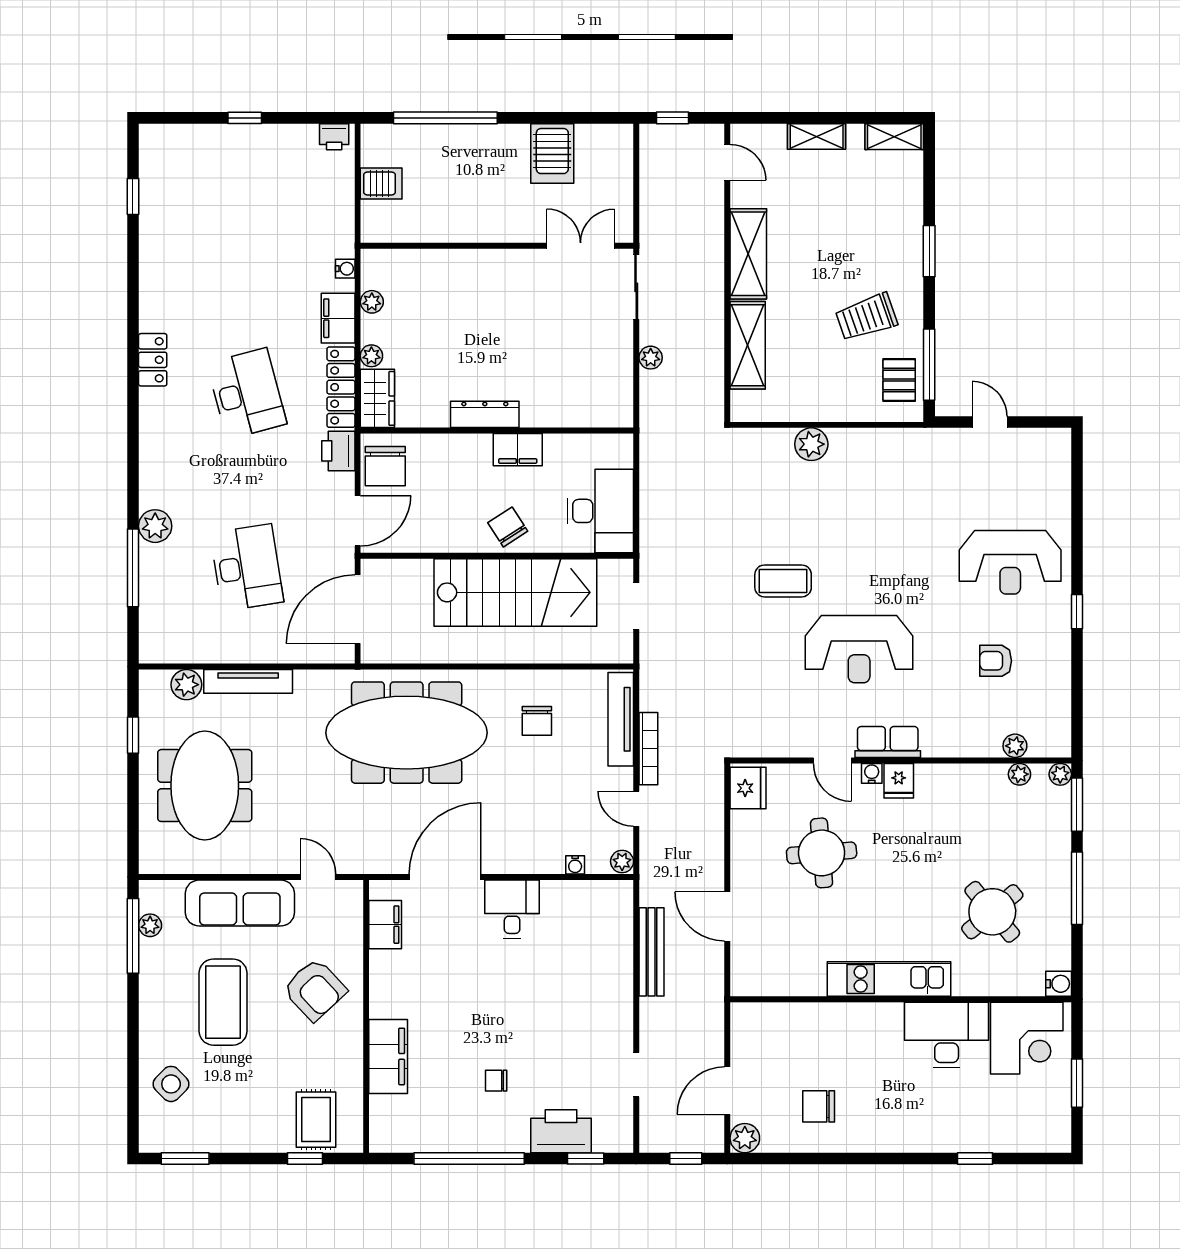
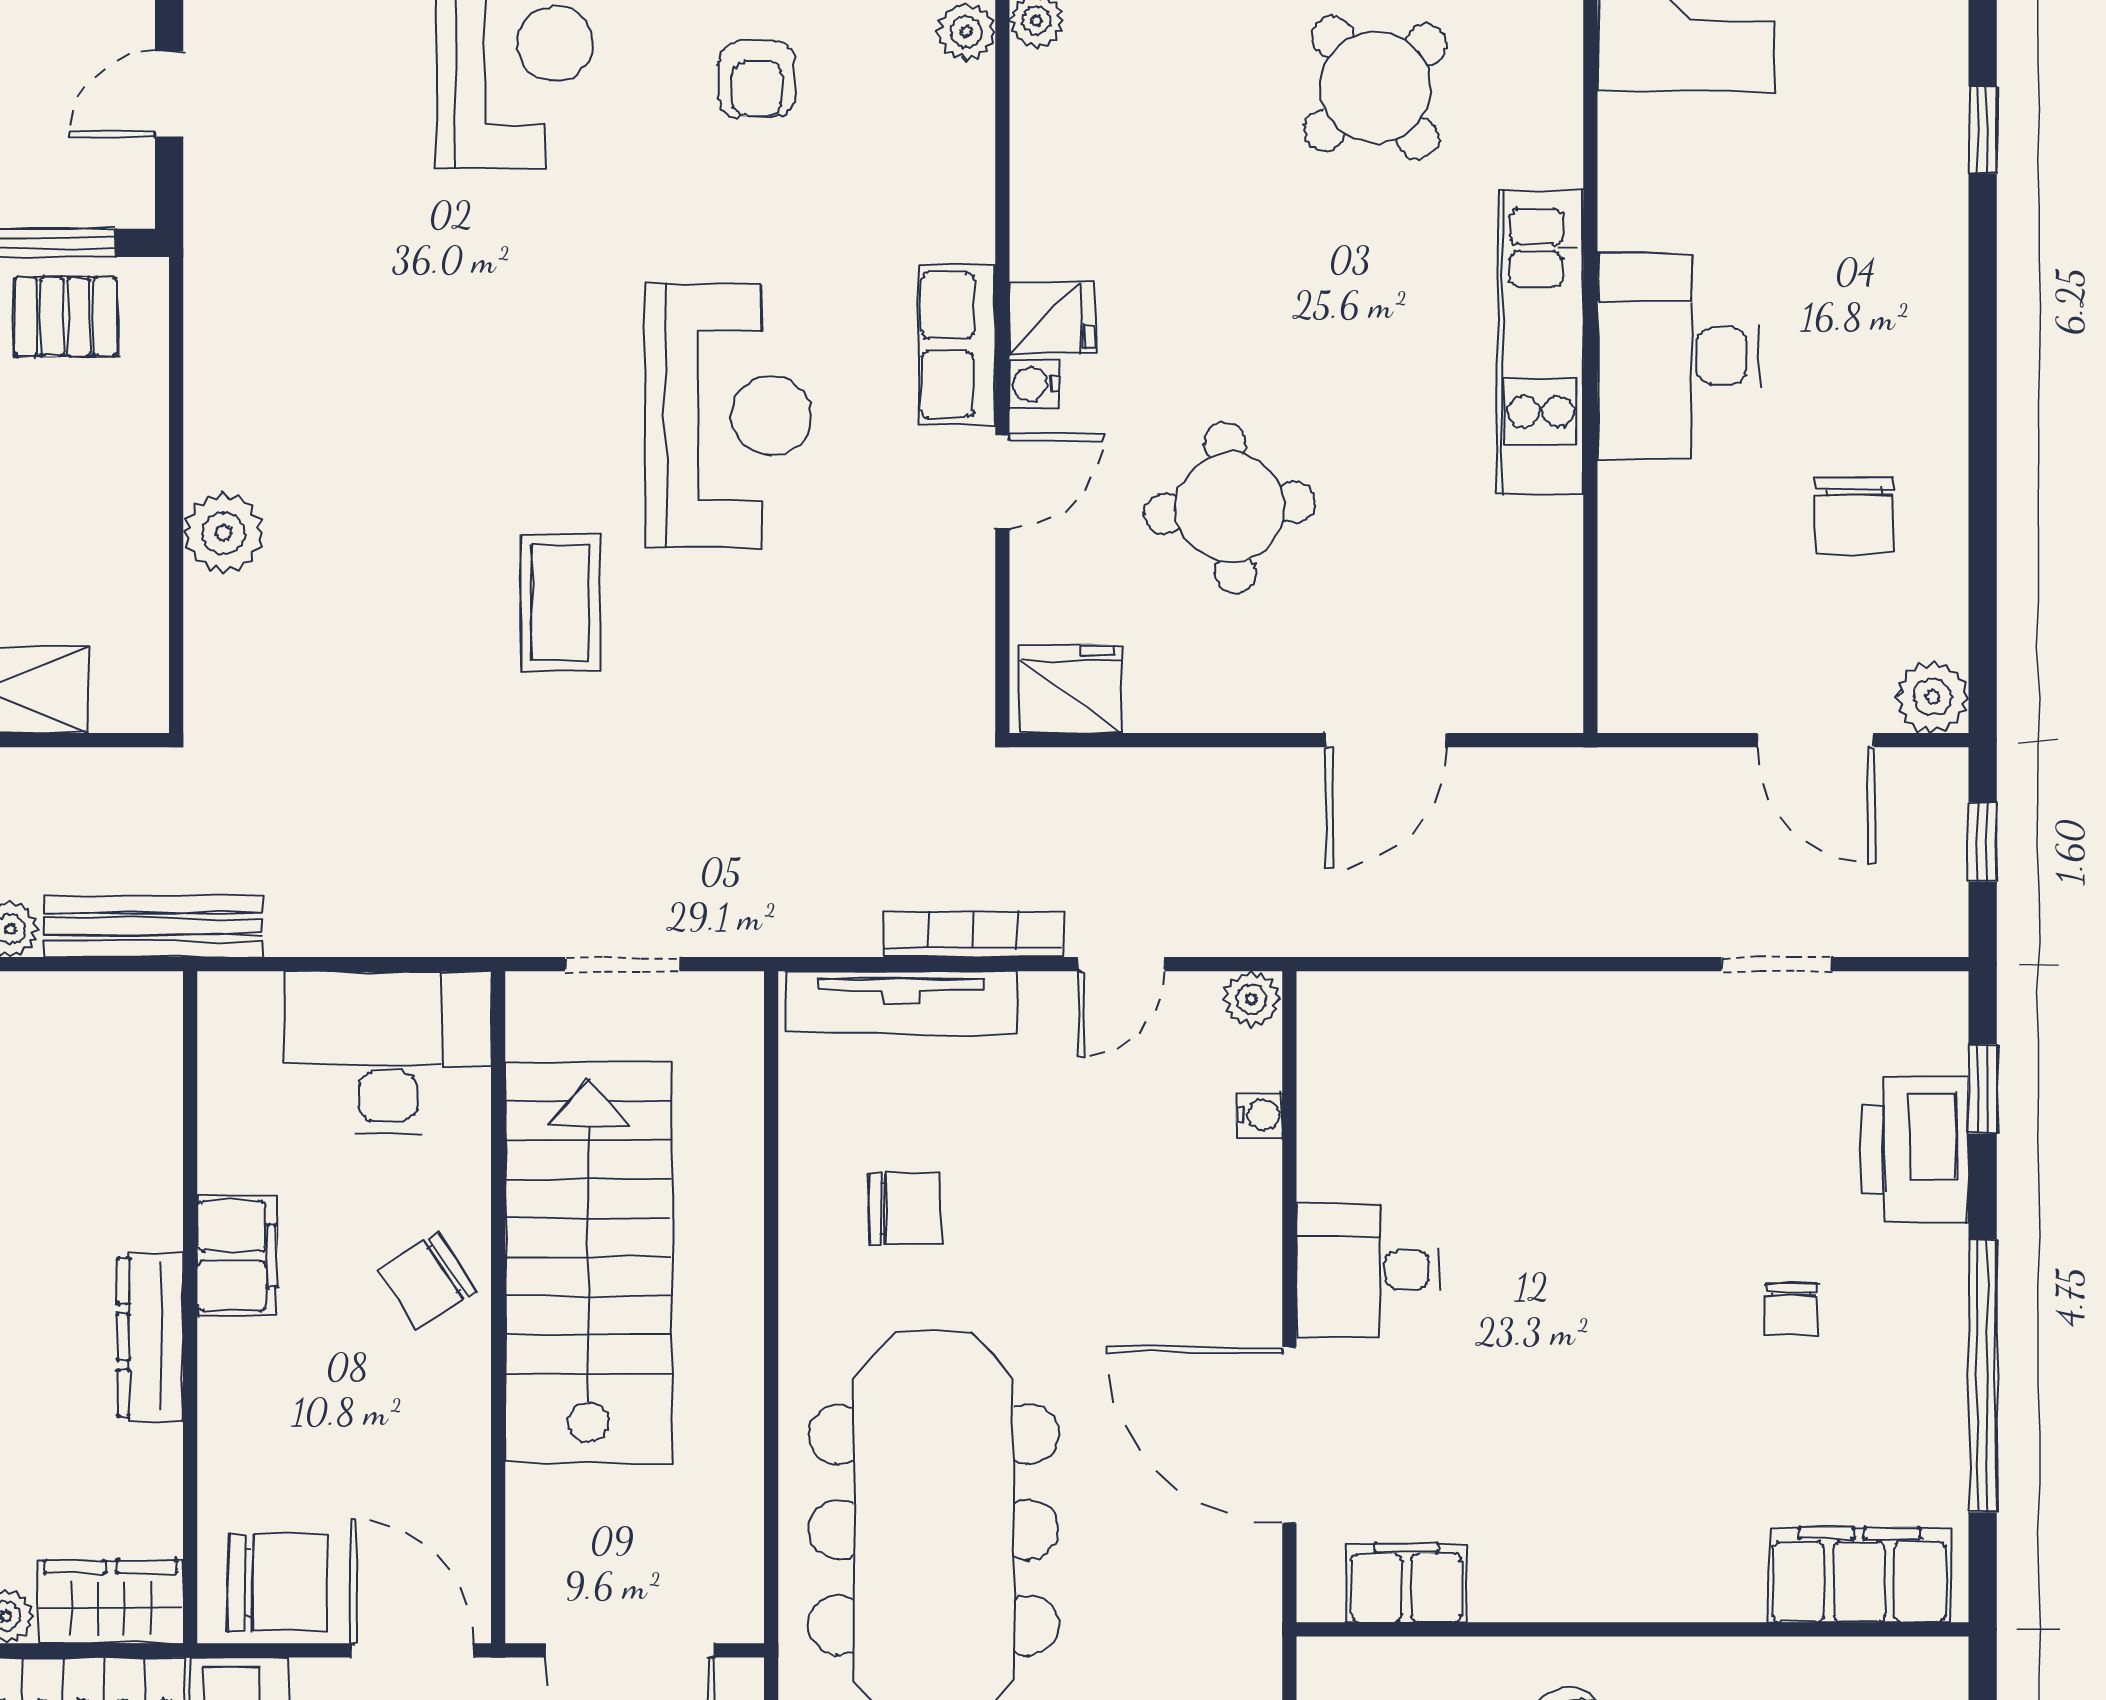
bench: (652, 952) -> (153, 927), moved
desk: (947, 1035) -> (1678, 356), moved
filing cabinet: (388, 1056) -> (1859, 1575), moved

